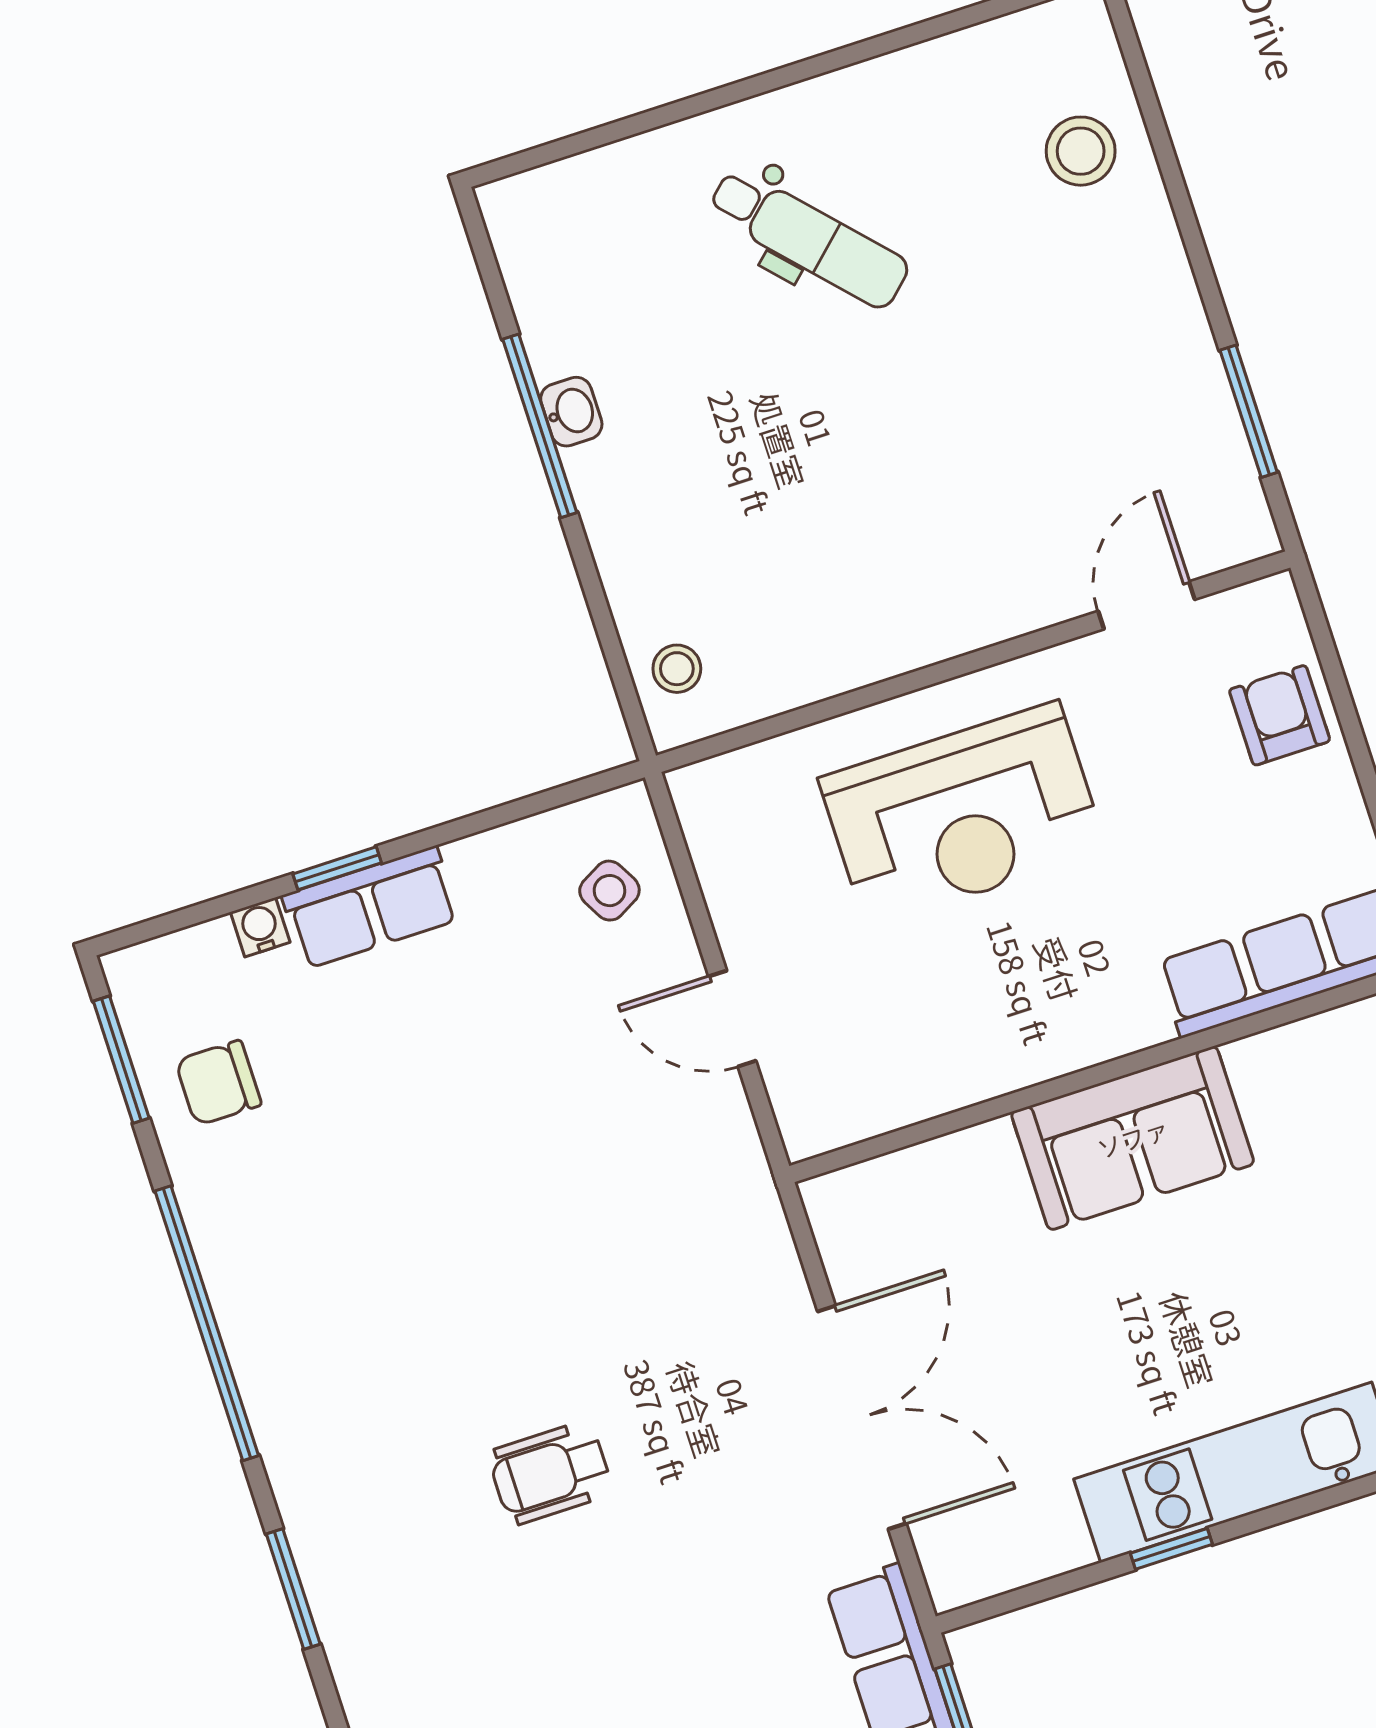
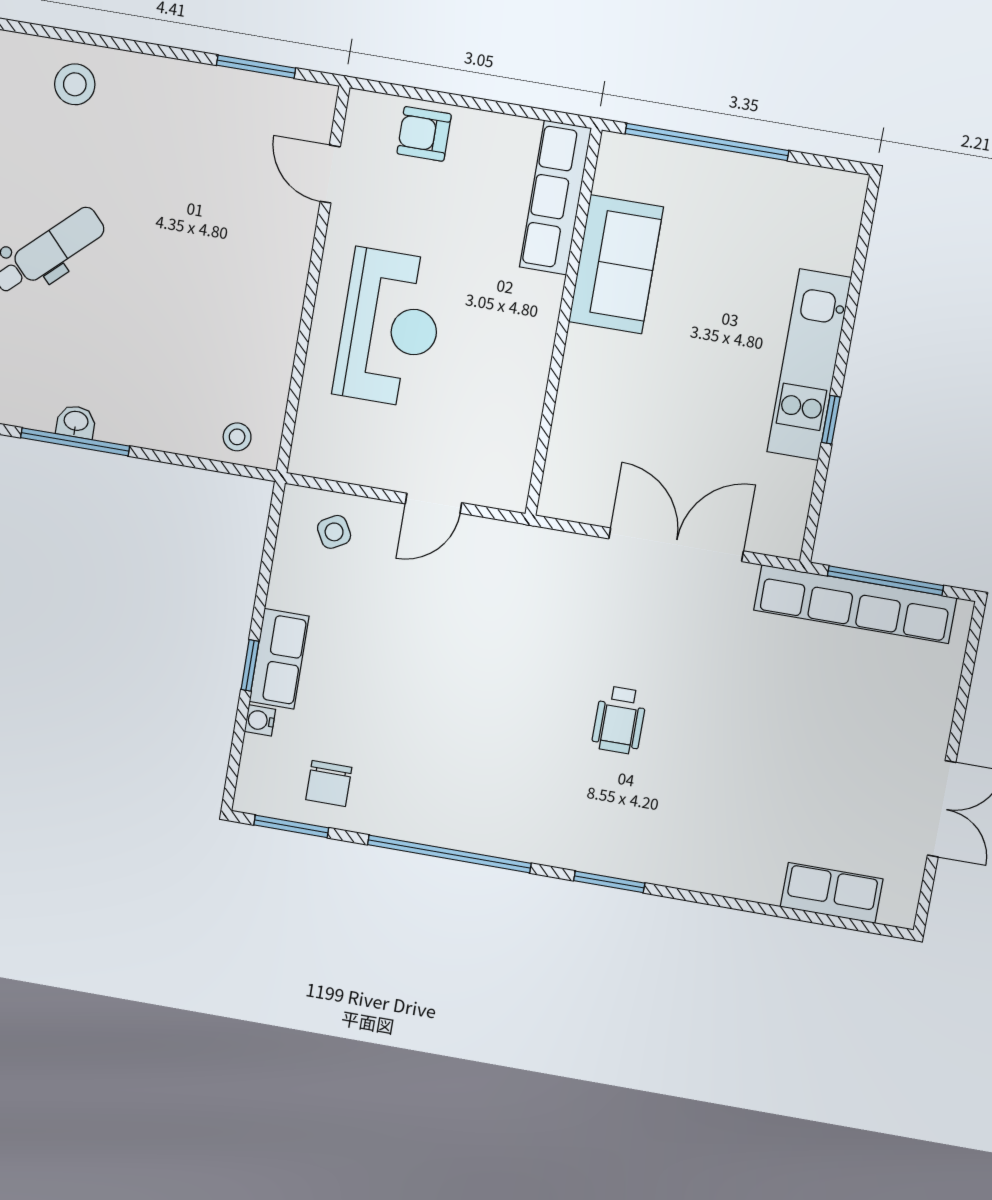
sofa: (1133, 1138) -> (616, 264), moved

